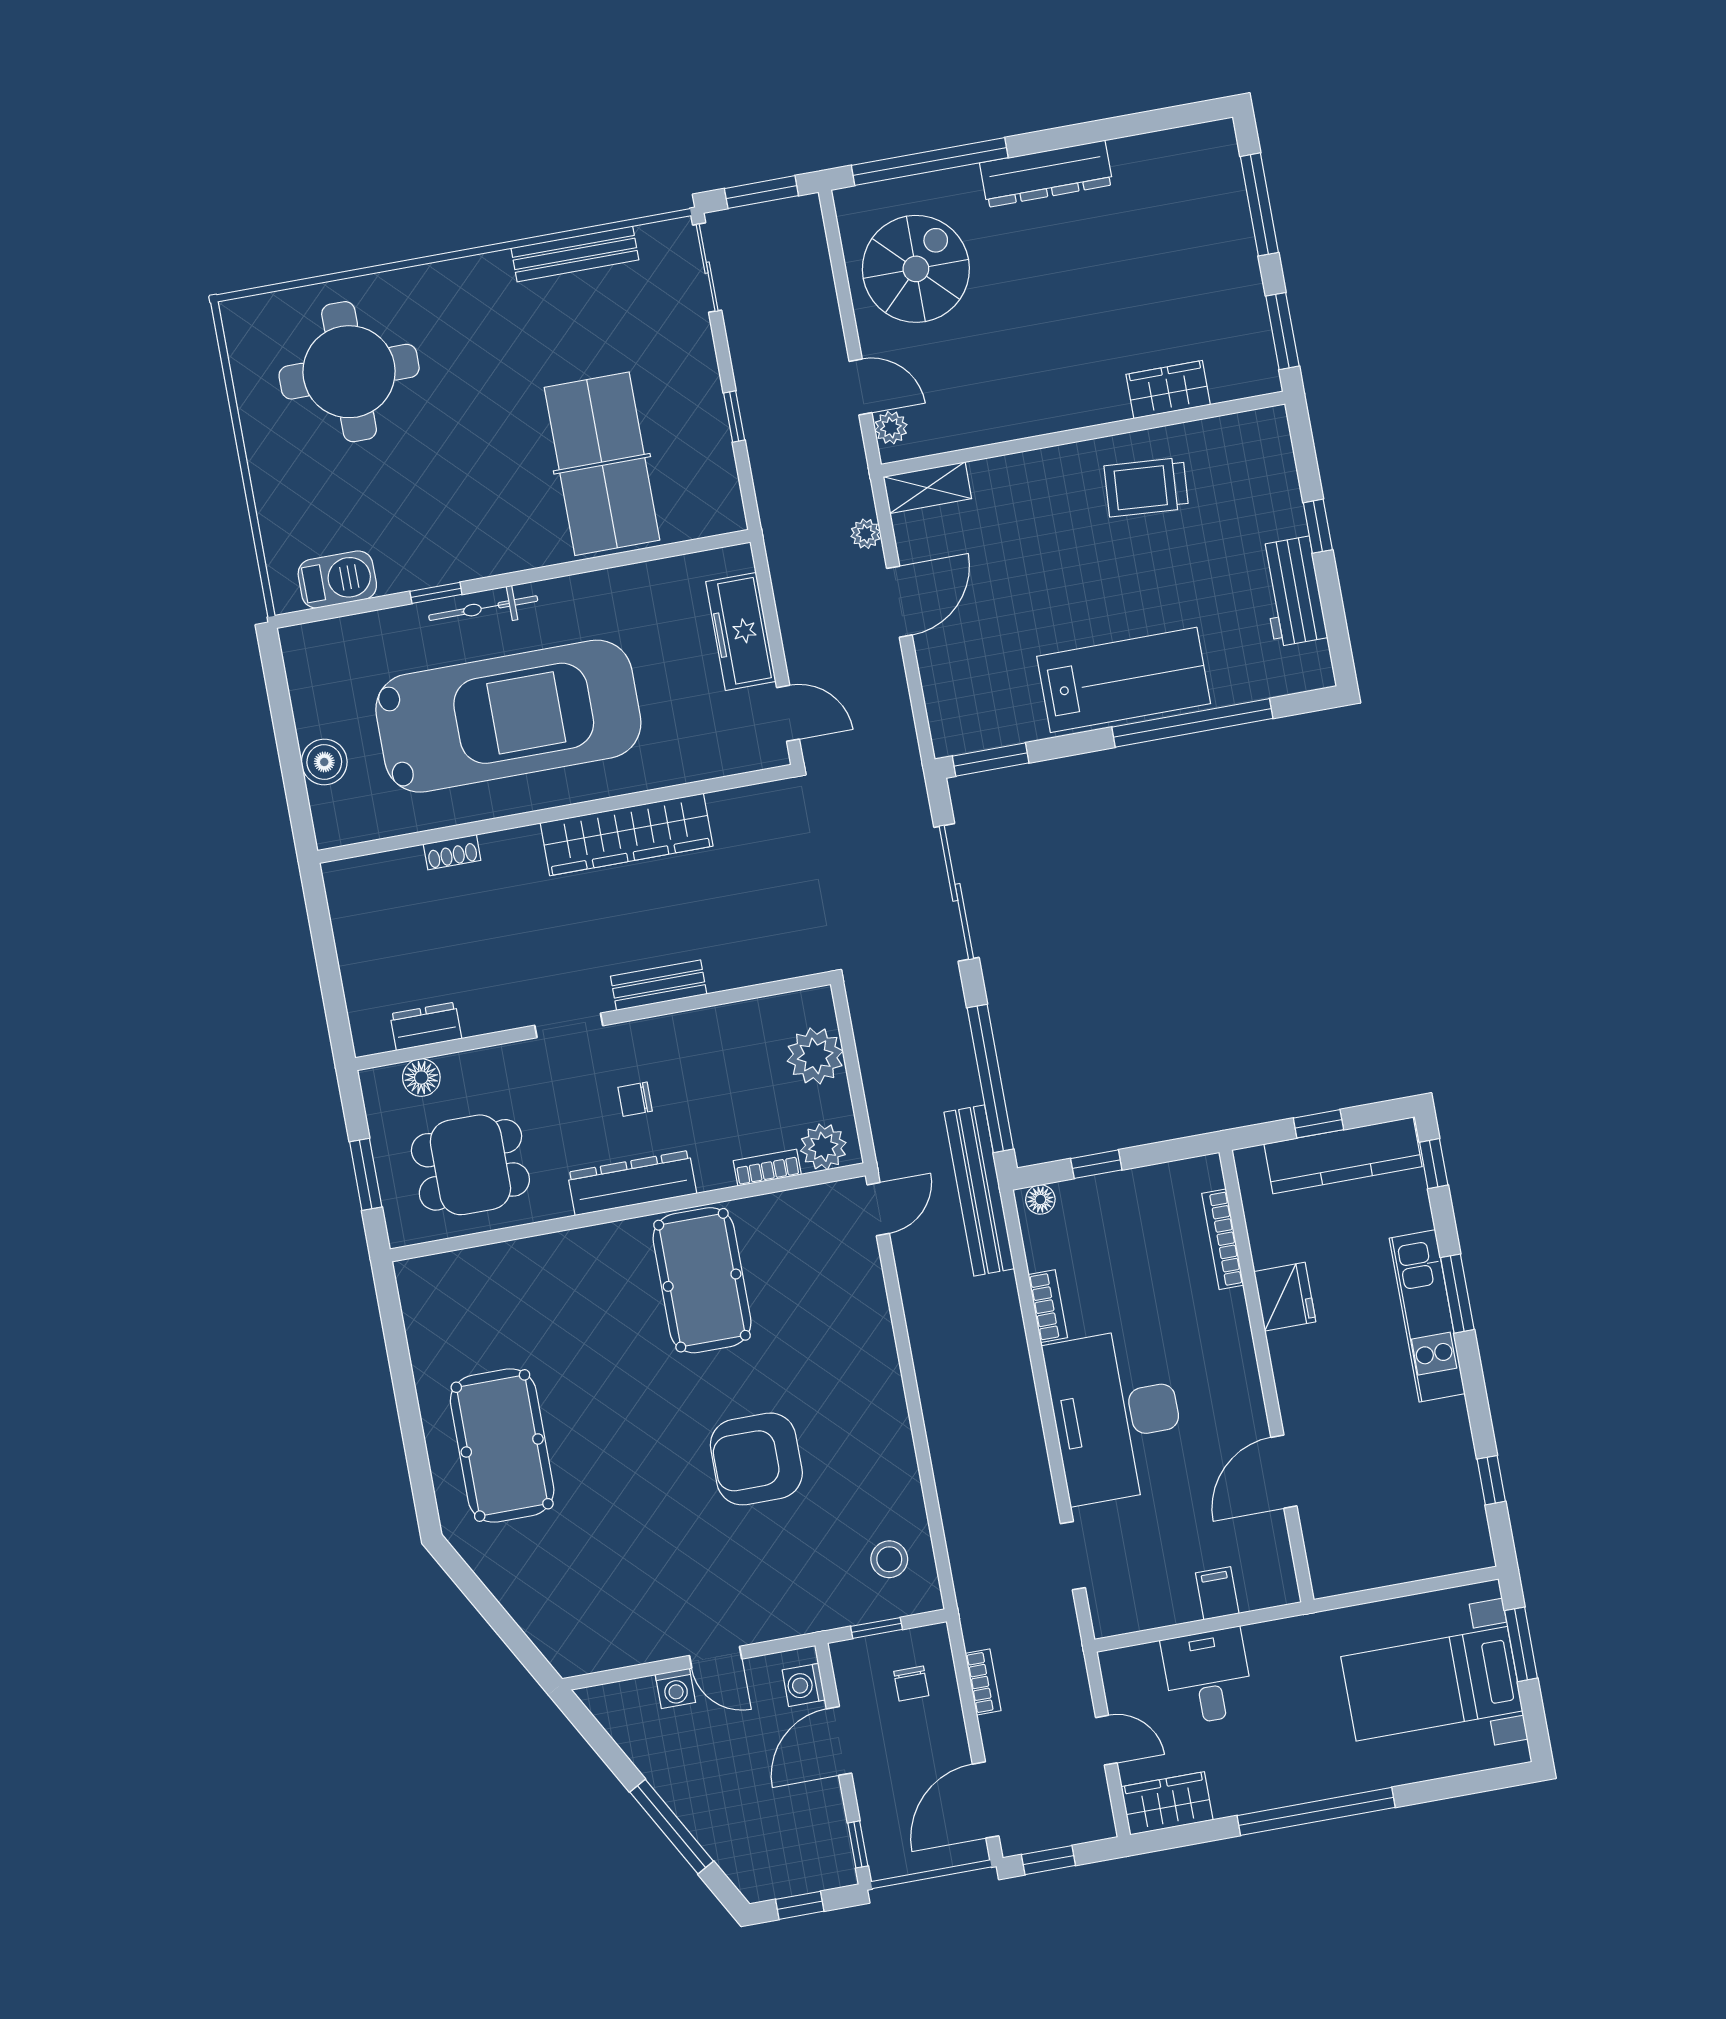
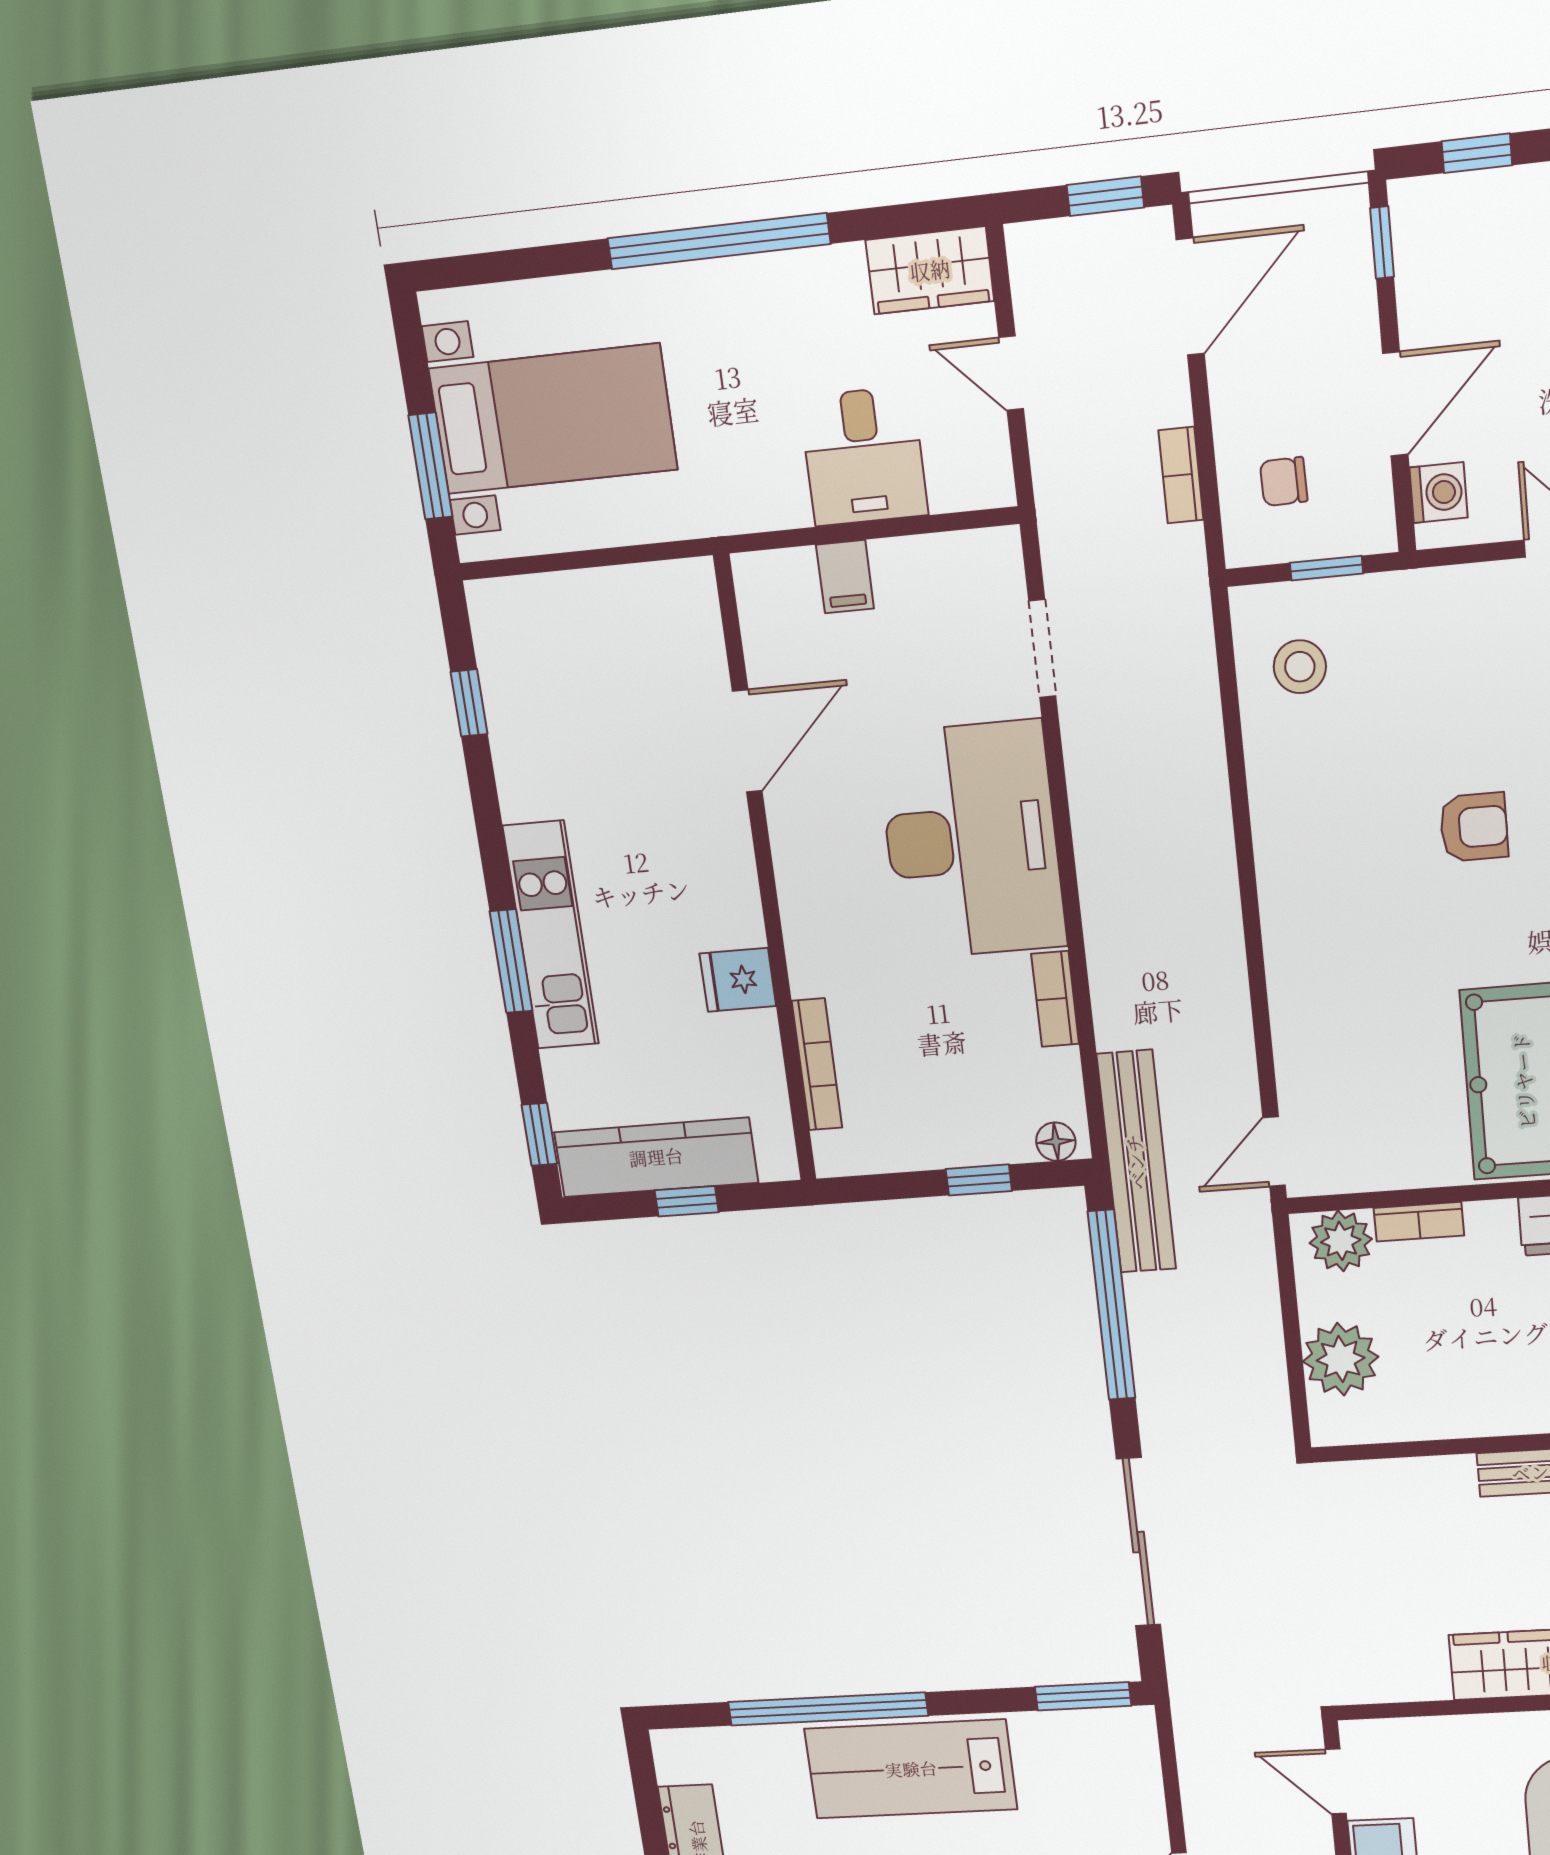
fridge: (1285, 1297) -> (738, 980), width x0.72
armchair: (756, 1459) -> (1474, 827), width x0.53, depth x0.53
chair: (911, 1684) -> (1284, 482), turned -91

